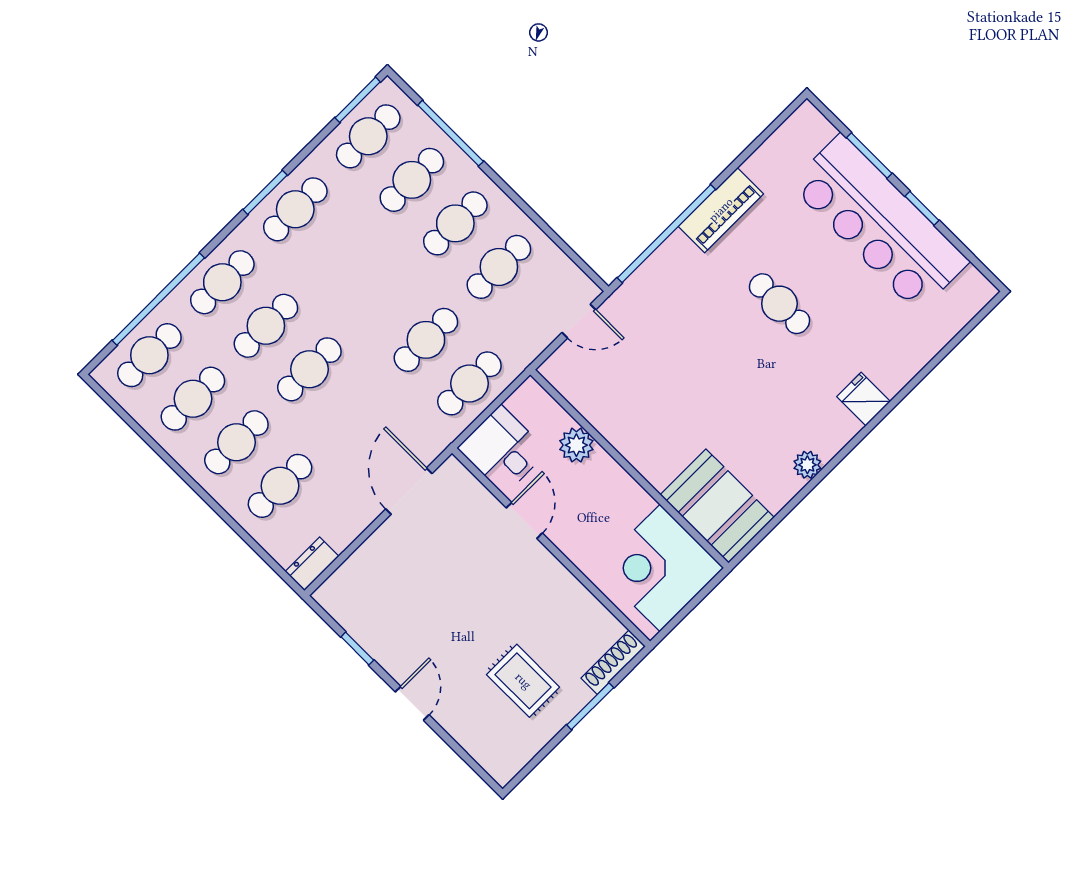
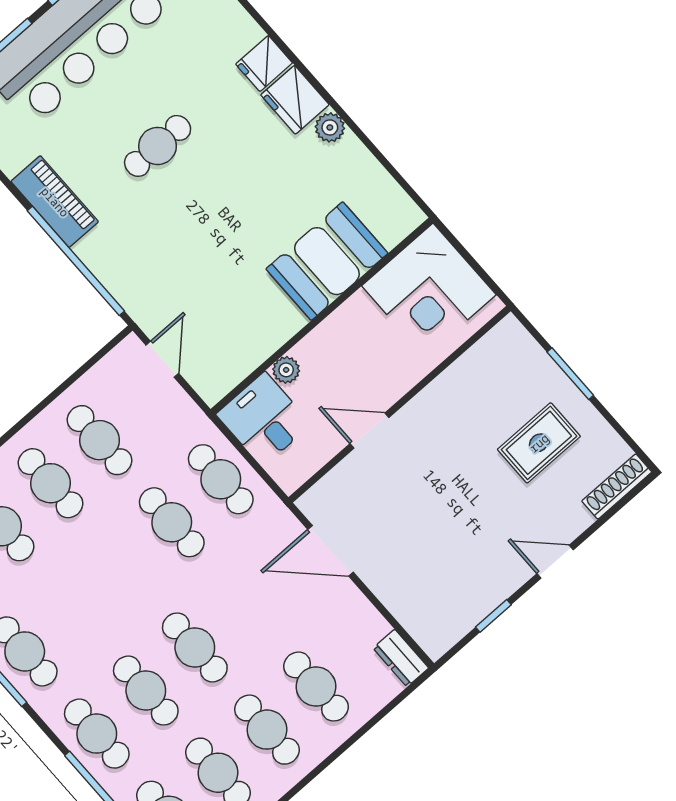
fridge: (831, 430) -> (295, 100), added
plant: (576, 445) -> (286, 370), width x0.73, depth x0.73
desk: (503, 450) -> (264, 419), moved, turned 90
booth: (717, 506) -> (327, 261), moved
shoe rack: (613, 662) -> (617, 487), moved, turned 90

